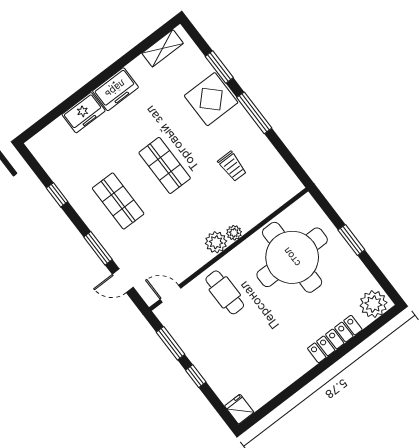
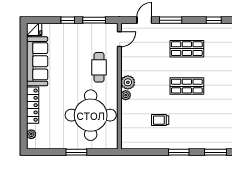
display table: (211, 99) -> (202, 135), removed
window: (254, 113) -> (179, 152), width x0.69
cafe table: (225, 292) -> (99, 67), turned 90
plant: (373, 304) -> (31, 134), width x0.53, depth x0.53
sofa: (276, 375) -> (37, 61), added

